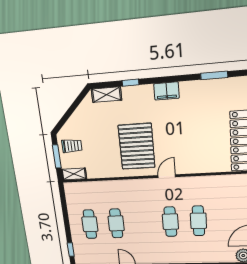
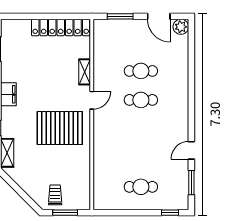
shelving: (74, 174) -> (85, 72), moved
door: (167, 176) -> (92, 100), swing flipped
cafe table: (116, 223) -> (141, 158), removed

